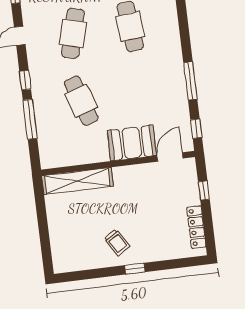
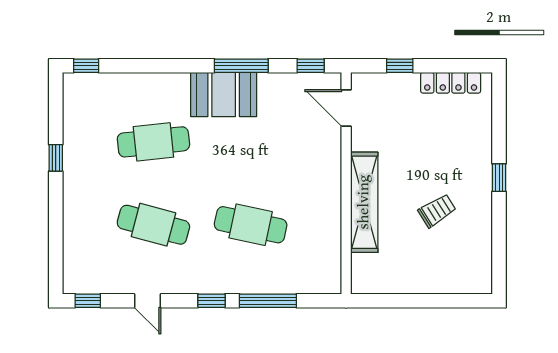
cafe table: (81, 101) -> (251, 225), turned 30
booth: (132, 143) -> (224, 95), moved, turned 90
shelving: (77, 181) -> (364, 202), moved
trolley: (117, 242) -> (437, 211), moved

